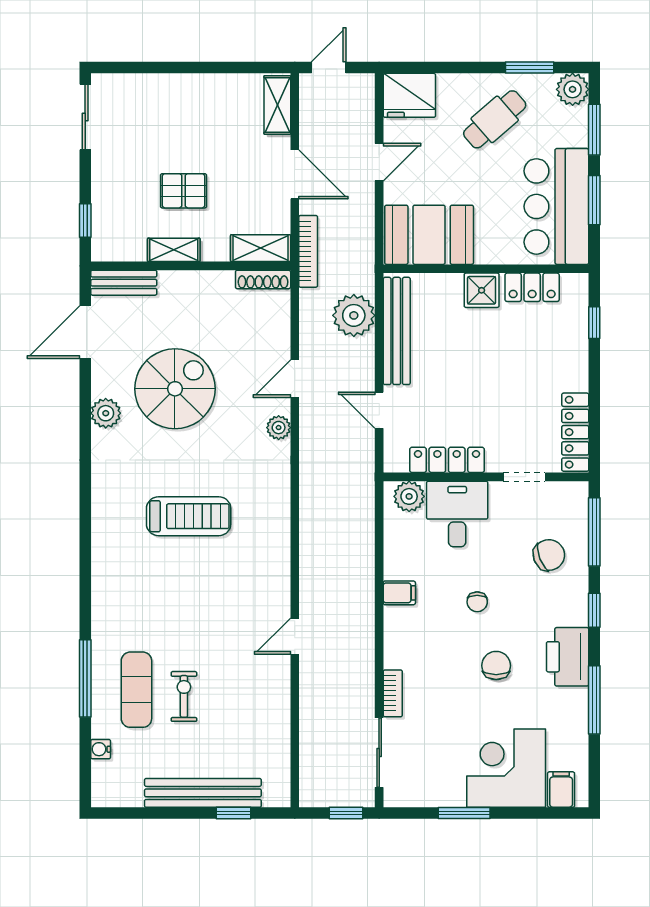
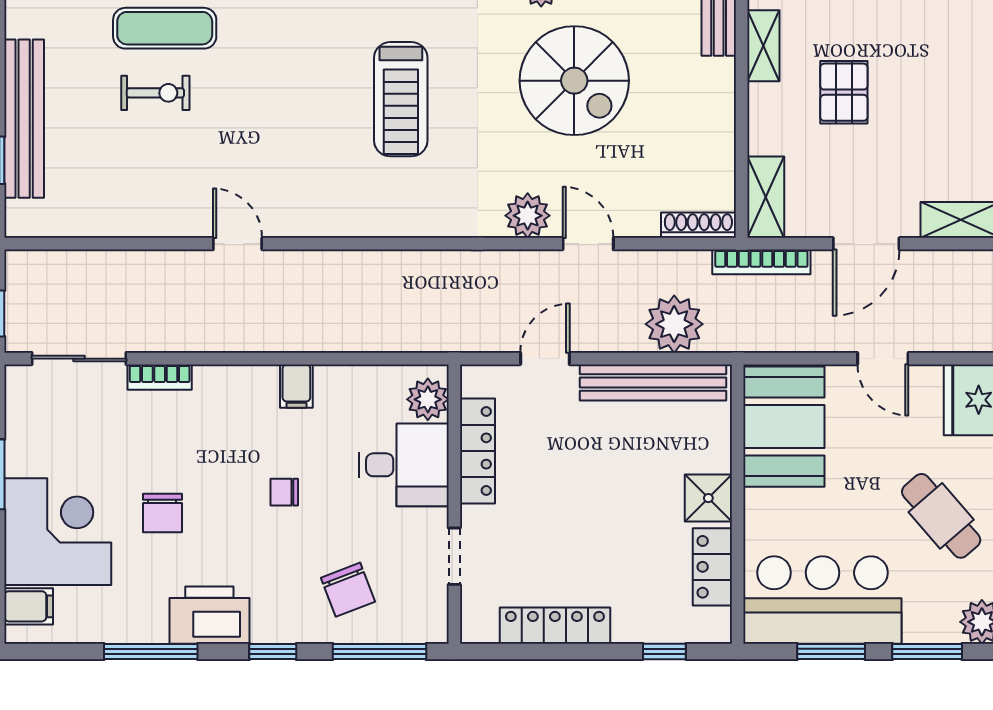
shelving: (174, 250) -> (763, 46), moved
shoe rack: (263, 279) -> (698, 225), moved, turned 90
plant: (279, 428) -> (528, 216), width x1.38, depth x1.38
locker: (575, 432) -> (555, 626), moved
chair: (496, 666) -> (162, 513), moved, turned 90

